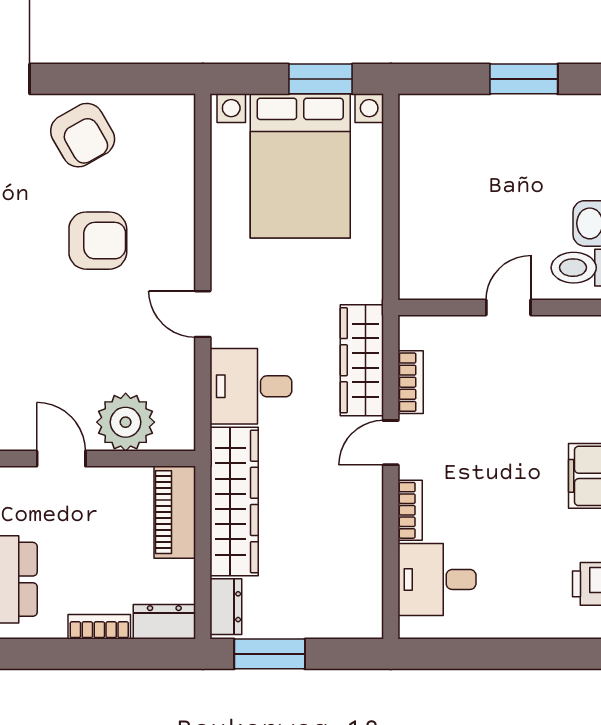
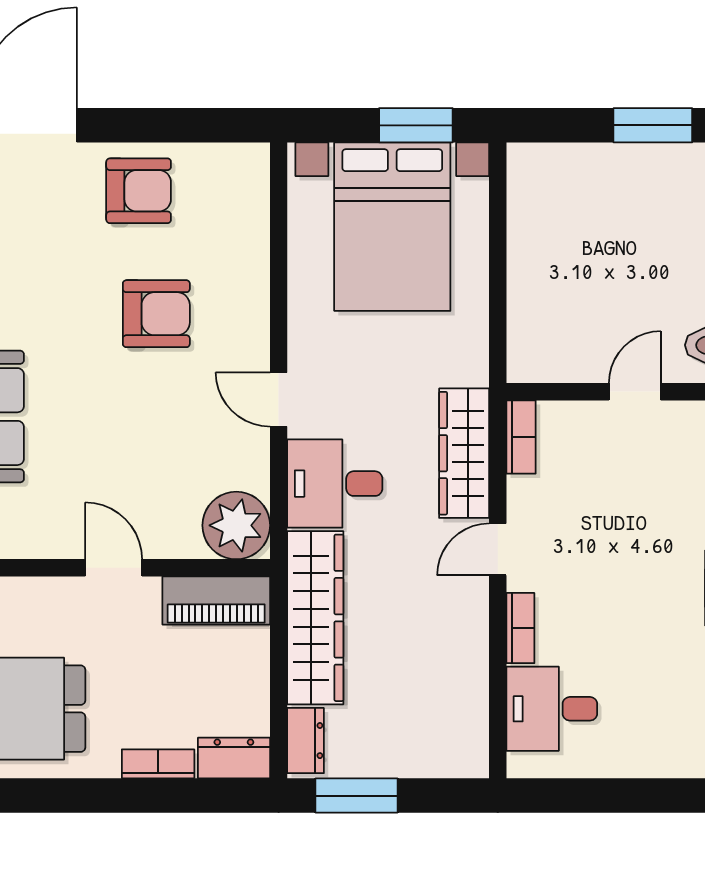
armchair: (83, 135) -> (139, 191), turned -60
bookcase: (411, 382) -> (521, 437), moved
plant: (126, 422) -> (236, 525), moved
piano: (175, 512) -> (216, 600), moved, turned -90

